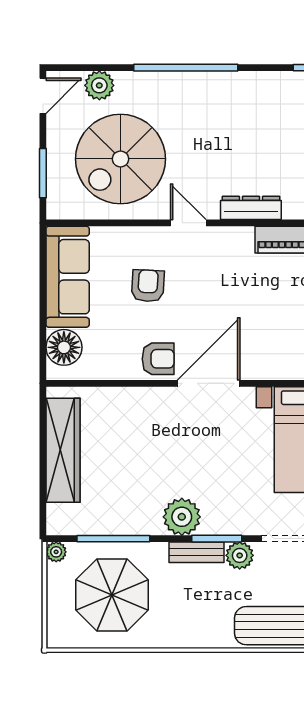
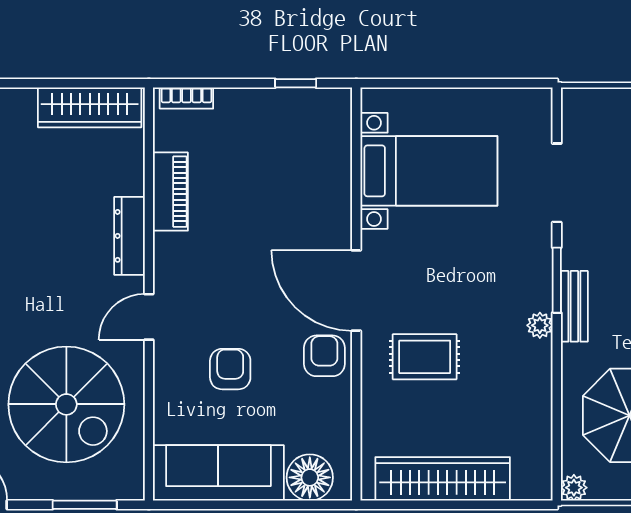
armchair: (148, 286) -> (230, 369), turned 87
rug: (157, 436) -> (425, 357), added
plant: (182, 517) -> (540, 325), width x0.53, depth x0.53
window: (113, 539) -> (557, 414), removed
plant: (240, 555) -> (579, 251), removed

